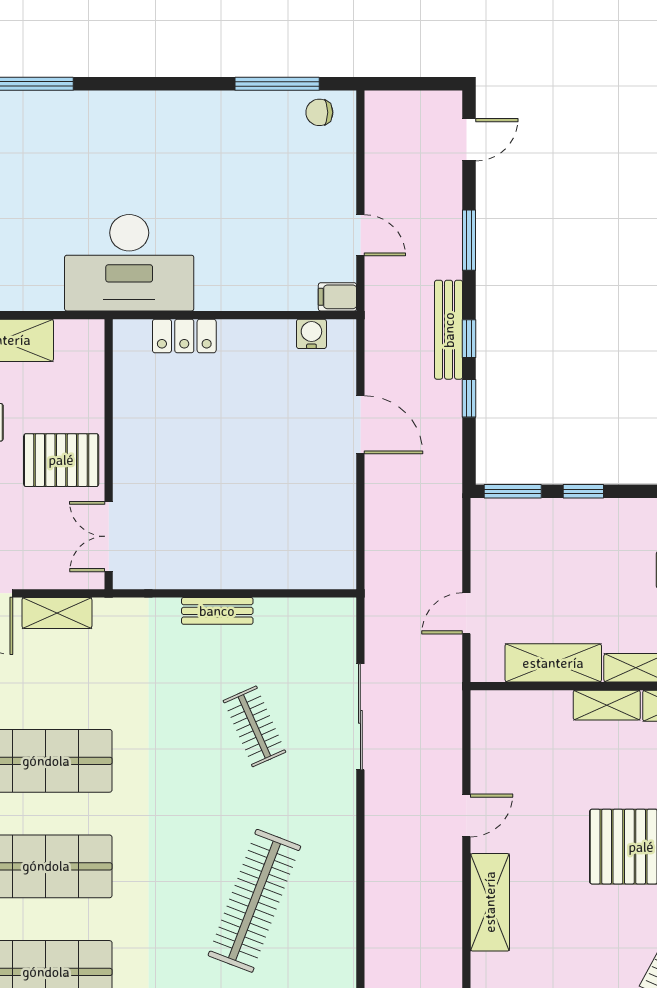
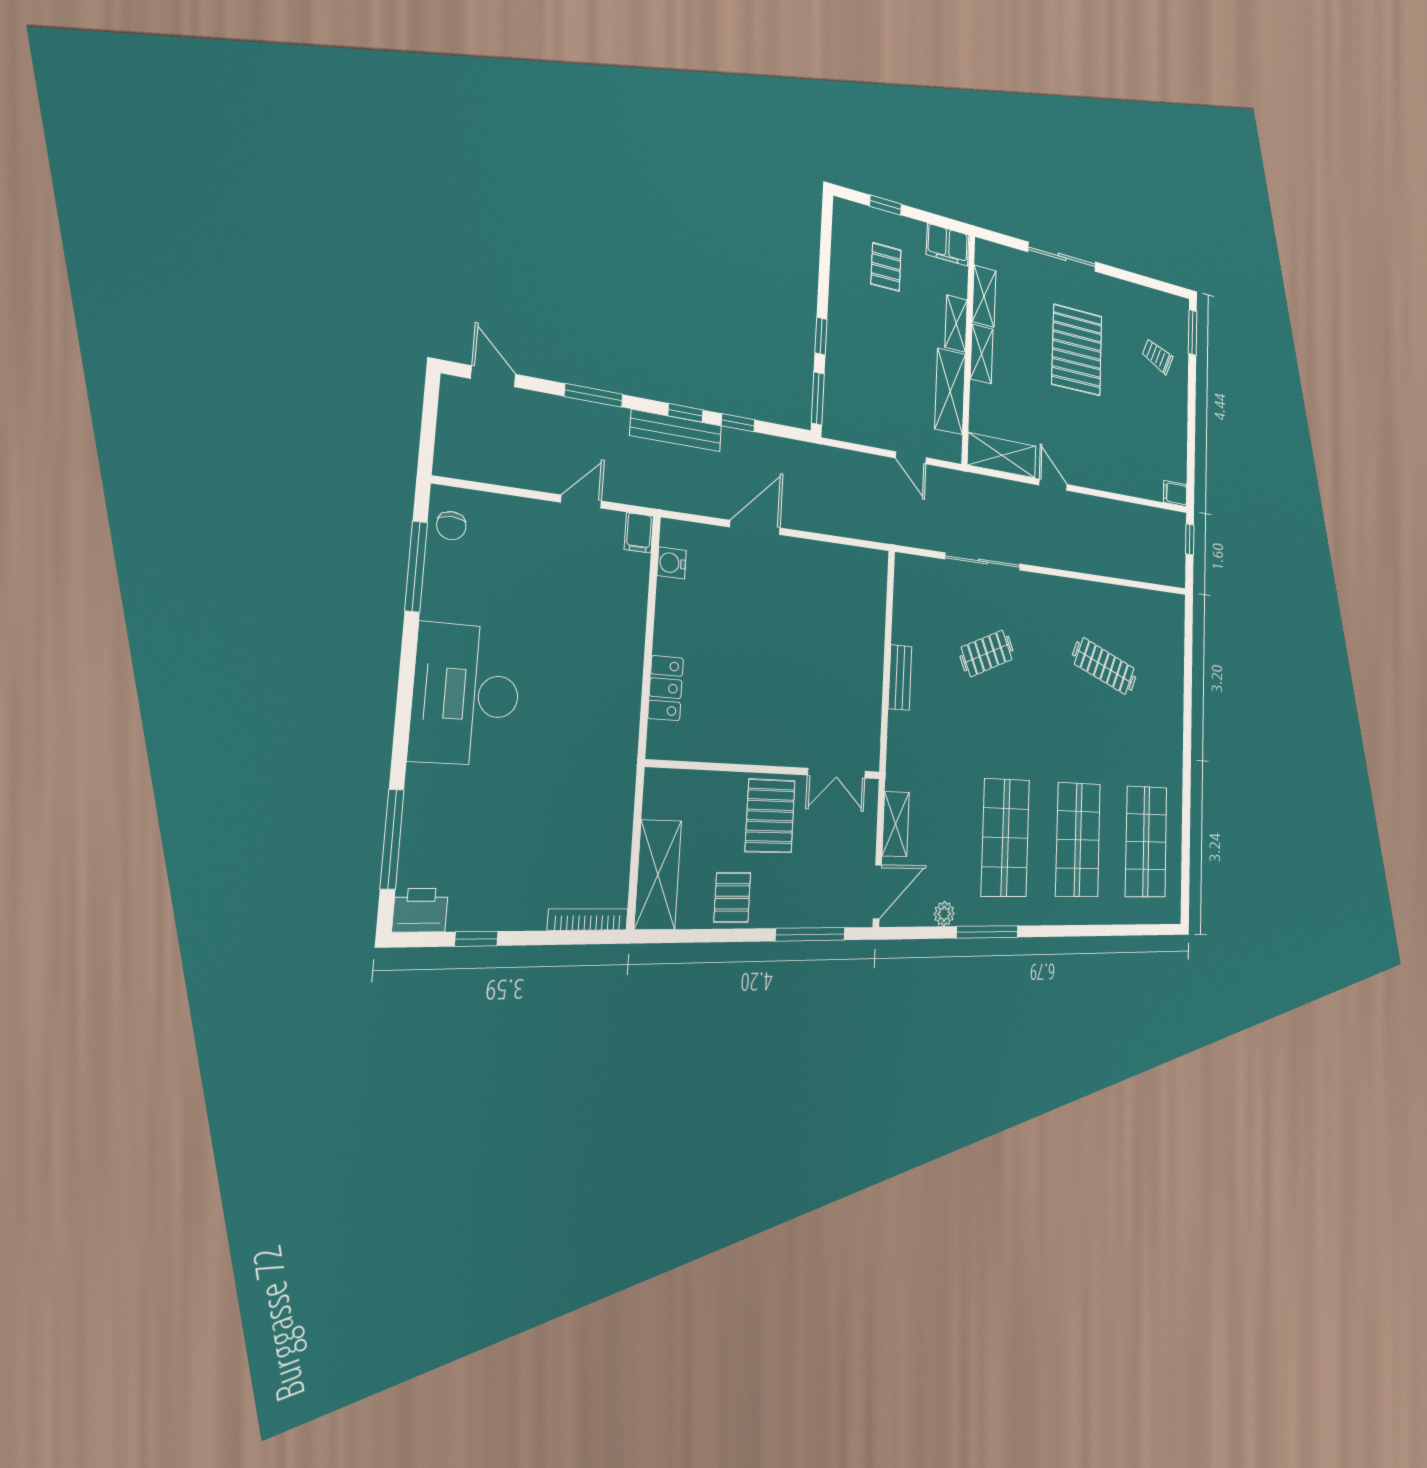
desk: (129, 263) -> (466, 694), moved, turned 180
clothes rail: (254, 901) -> (1104, 666), width x0.73, depth x0.76
shelving: (490, 902) -> (1002, 455), moved

